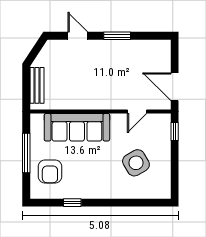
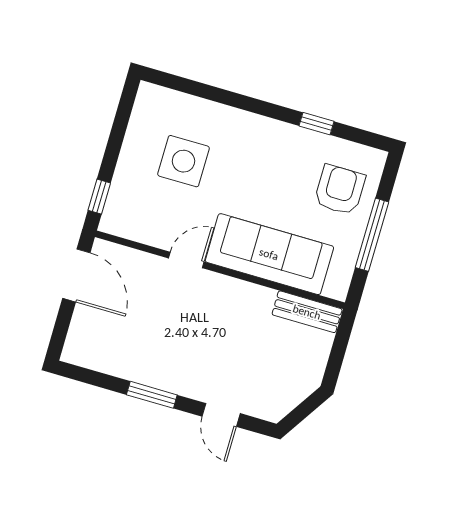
bench: (37, 85) -> (307, 312), moved, turned 90
door: (137, 112) -> (186, 260), moved
side table: (136, 163) -> (183, 161), turned 30

